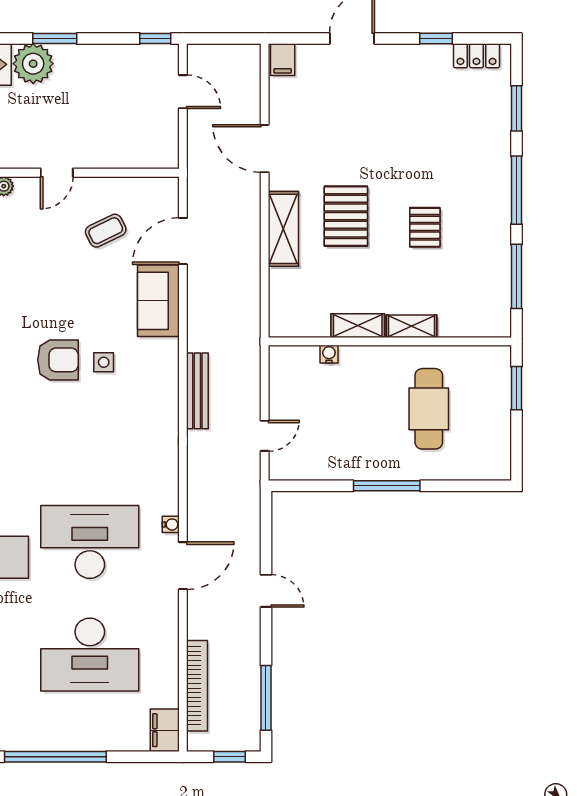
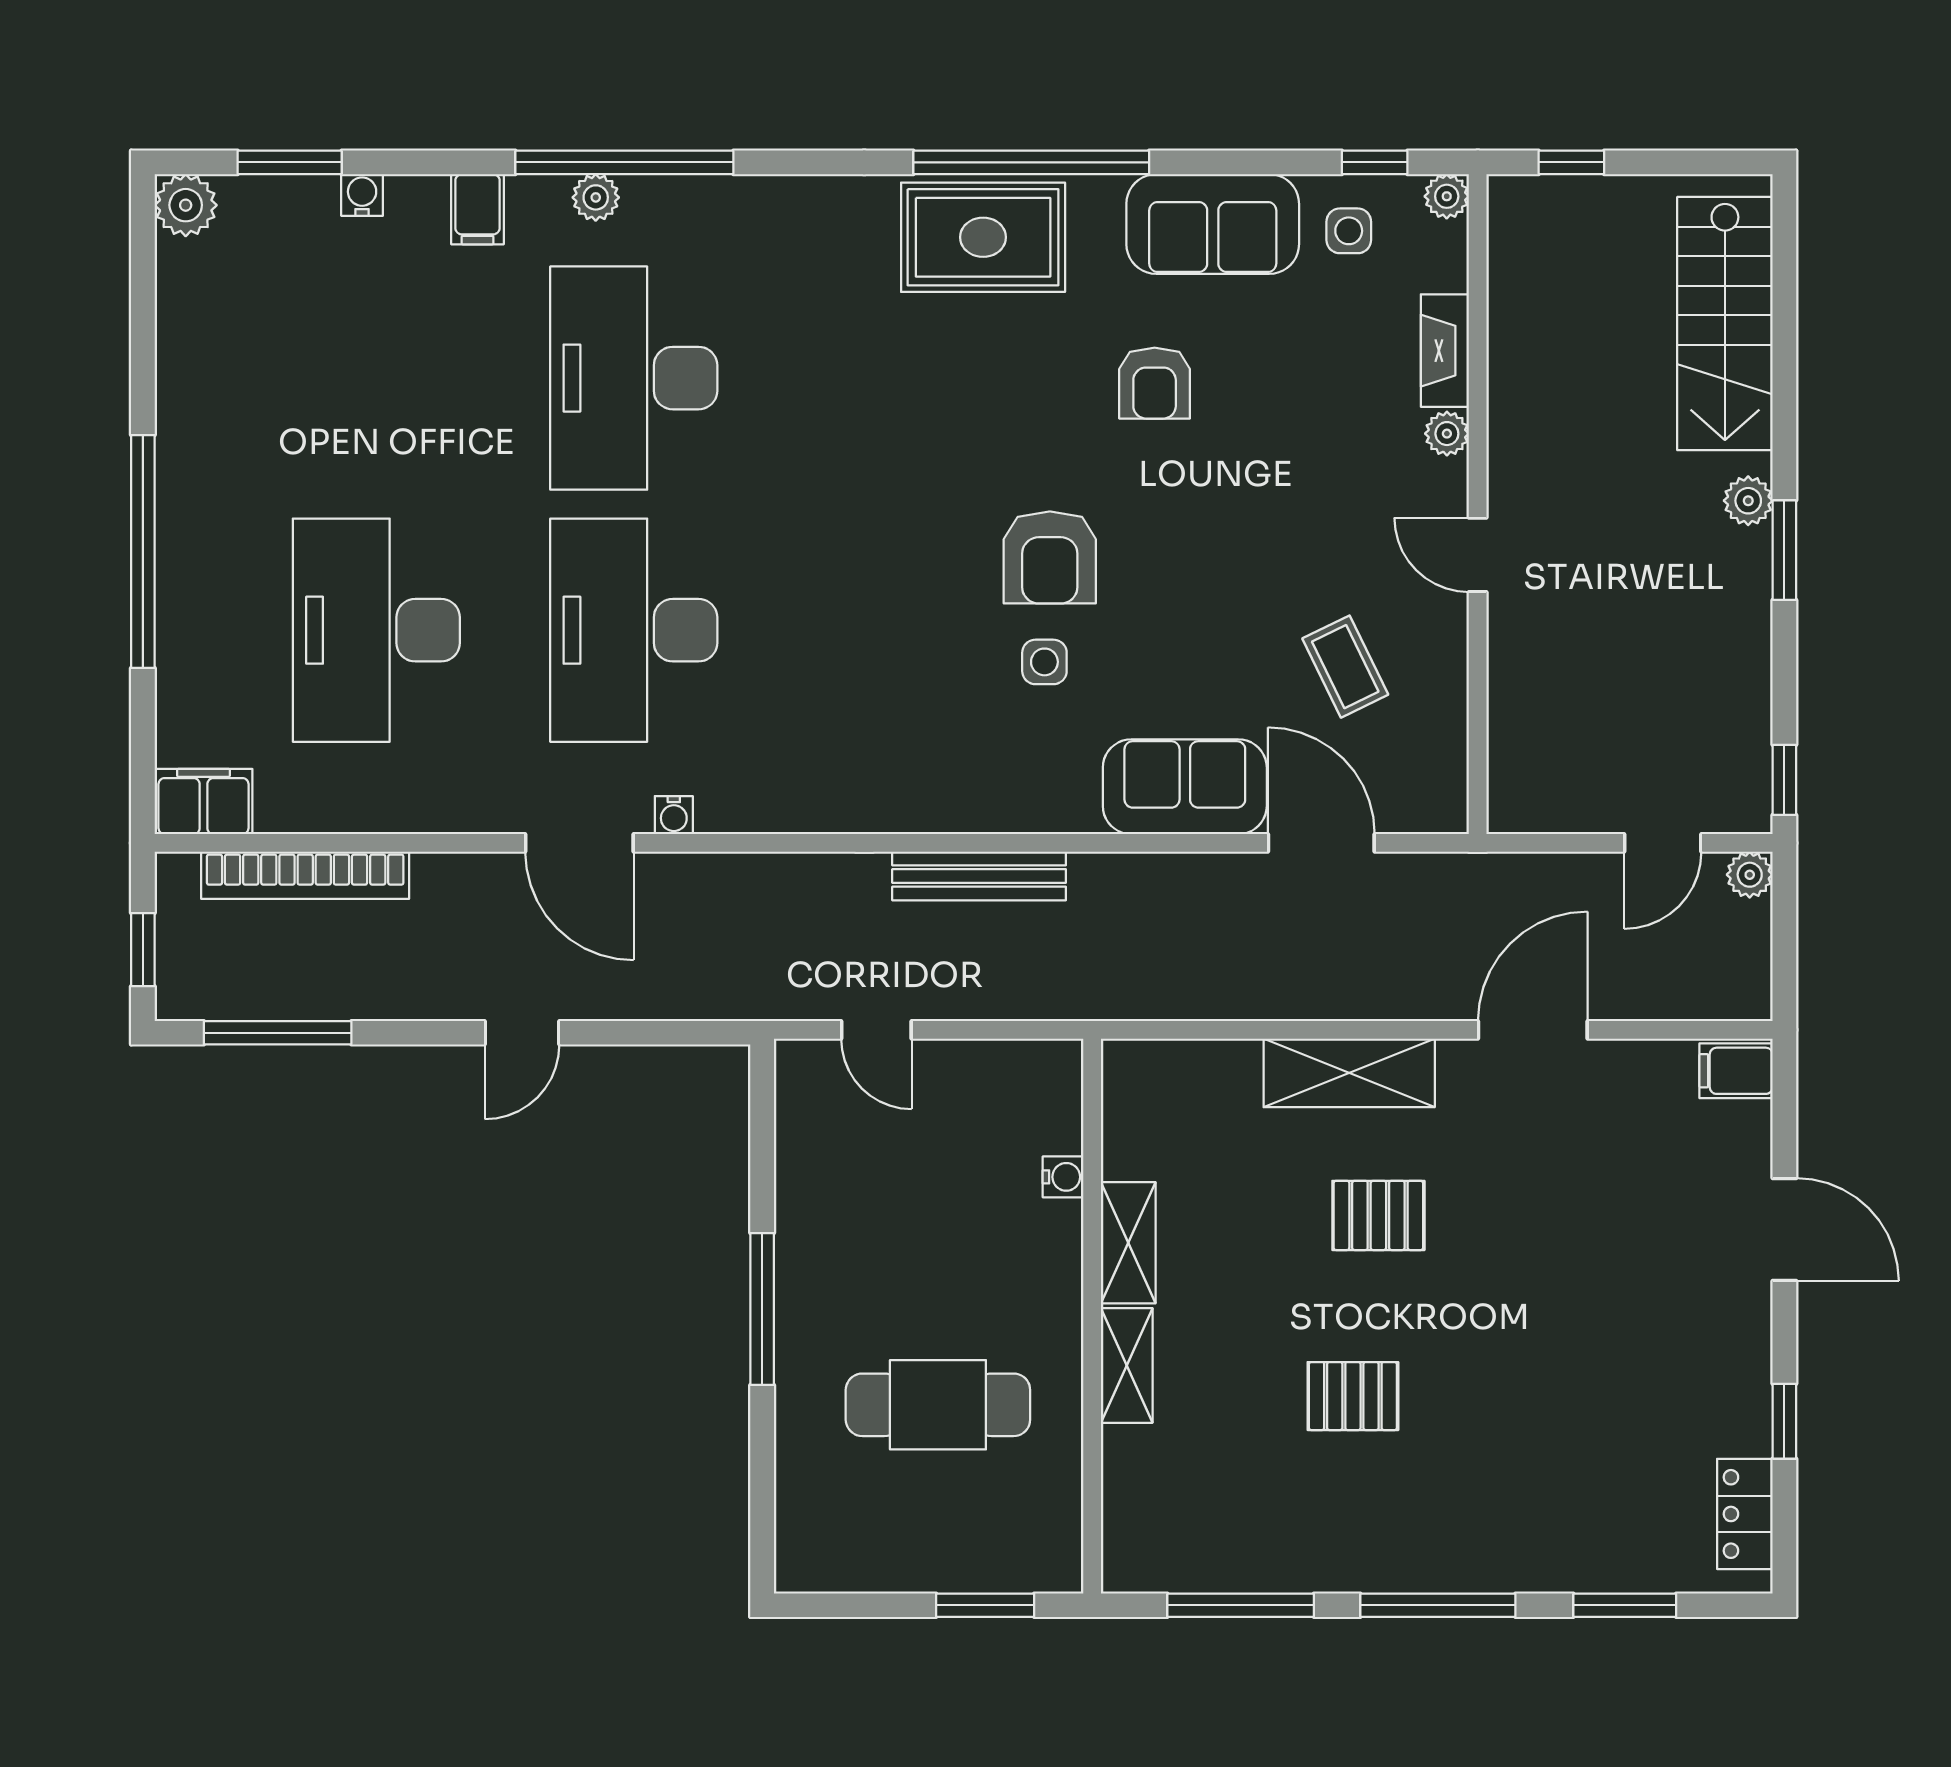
plant: (197, 54) -> (1750, 875), added
plant: (33, 64) -> (1748, 501), width x0.53, depth x0.53
pallet: (346, 216) -> (1378, 1215), width x0.67, depth x0.71
desk: (90, 542) -> (634, 630), turned 180

